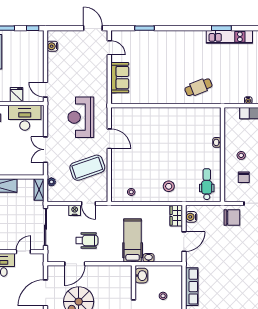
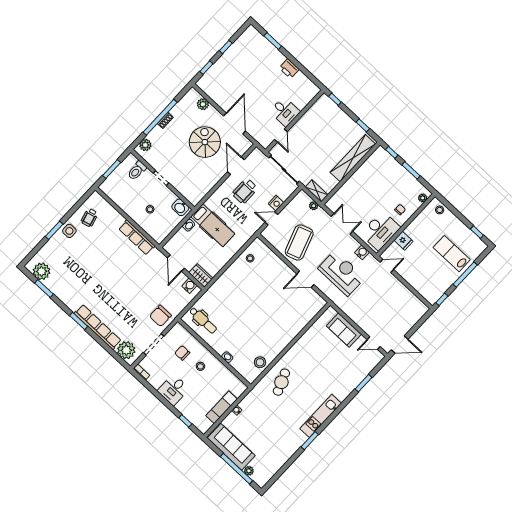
kitchen unit: (229, 37) -> (321, 416), moved
water cooler: (52, 46) -> (362, 252), moved
stool: (169, 186) -> (260, 362), moved

